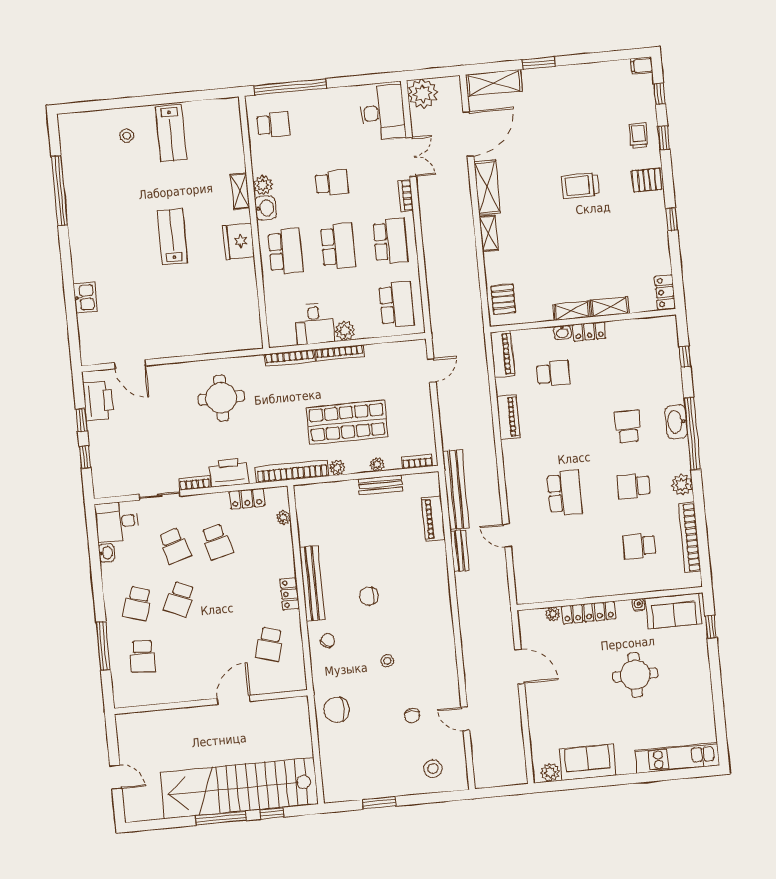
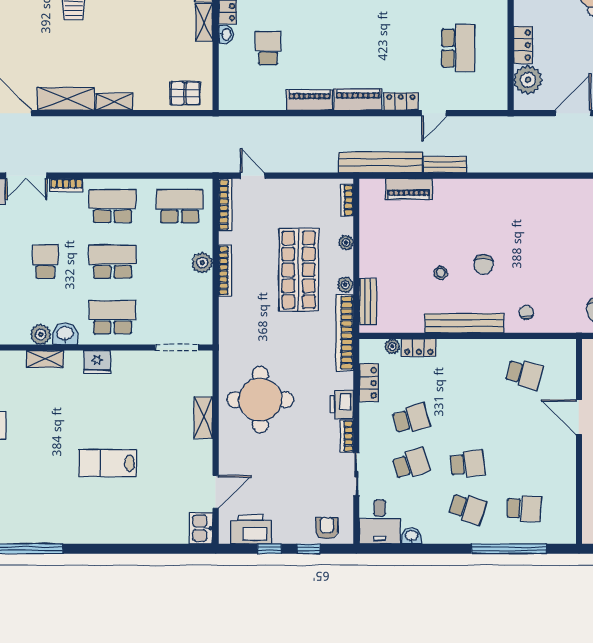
double door: (411, 157) -> (26, 176), swing flipped
lab bench: (172, 237) -> (108, 463), moved
fridge: (238, 241) -> (97, 362), width x0.73, depth x0.75
kitchen sink: (85, 297) -> (201, 528), moved, turned -90
doorway: (263, 315) -> (177, 348), added
desk: (314, 324) -> (192, 294), removed
shelving: (199, 346) -> (203, 417), added
piano: (503, 354) -> (358, 99), moved
bookcase: (290, 358) -> (225, 205), moved
round table: (221, 398) -> (260, 400), width x1.36, depth x1.36
armchair: (106, 472) -> (327, 528), added
printer: (229, 472) -> (342, 404), width x0.73, depth x0.84
bench: (381, 485) -> (368, 301), moved
school desk: (565, 493) -> (458, 48), moved, turned 90
locker: (515, 503) -> (401, 101), added
locker: (290, 594) -> (419, 348), moved
school desk: (180, 599) -> (468, 464), turned -30
locker: (589, 612) -> (523, 45), width x0.66
plant: (553, 614) -> (528, 80), width x1.88, depth x1.88
chair: (328, 641) -> (526, 312), turned 58
window: (103, 646) -> (509, 549), width x1.46
stool: (387, 661) -> (441, 273), moved

